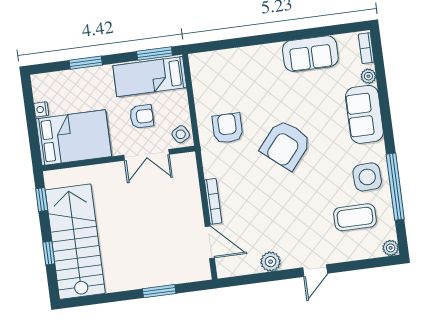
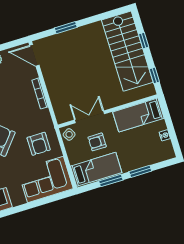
window: (155, 54) -> (111, 180), moved
corner sofa: (226, 74) -> (46, 179), added
bed: (74, 138) -> (138, 115), width x0.67
door: (210, 242) -> (34, 55), moved

